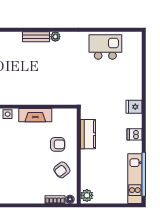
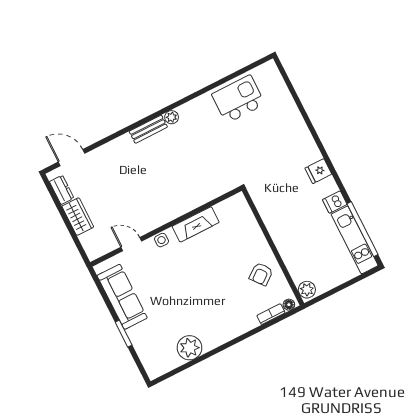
fridge: (134, 107) -> (318, 171), moved
kitchen counter: (88, 134) -> (271, 215), removed
dishwasher: (134, 134) -> (335, 202), moved
armchair: (58, 144) -> (240, 246), removed

